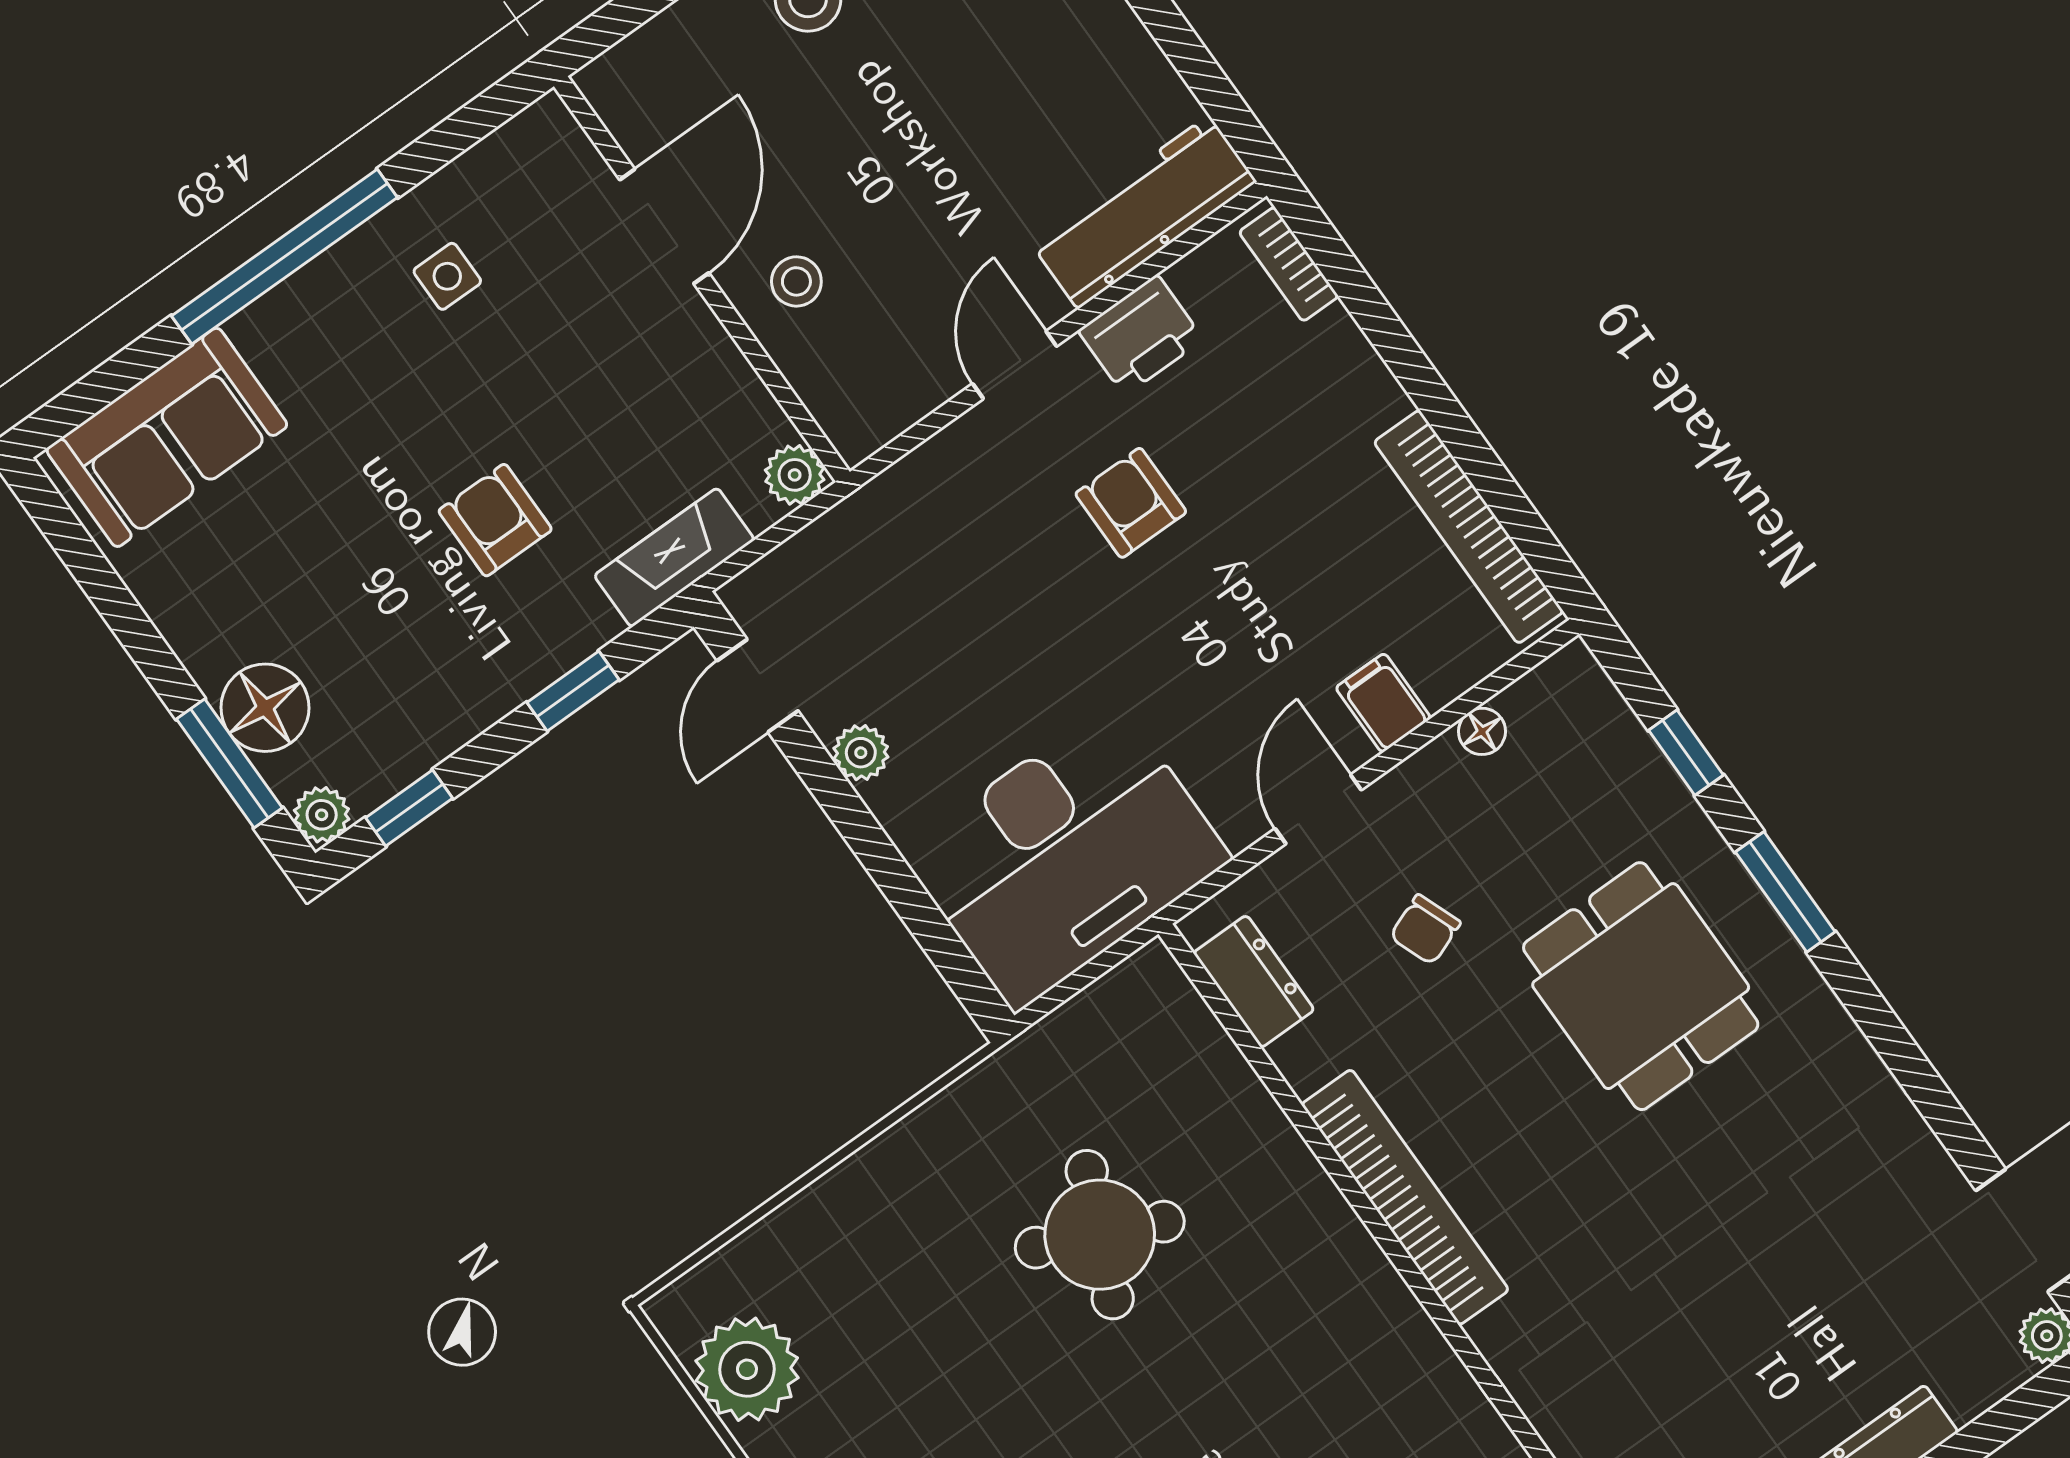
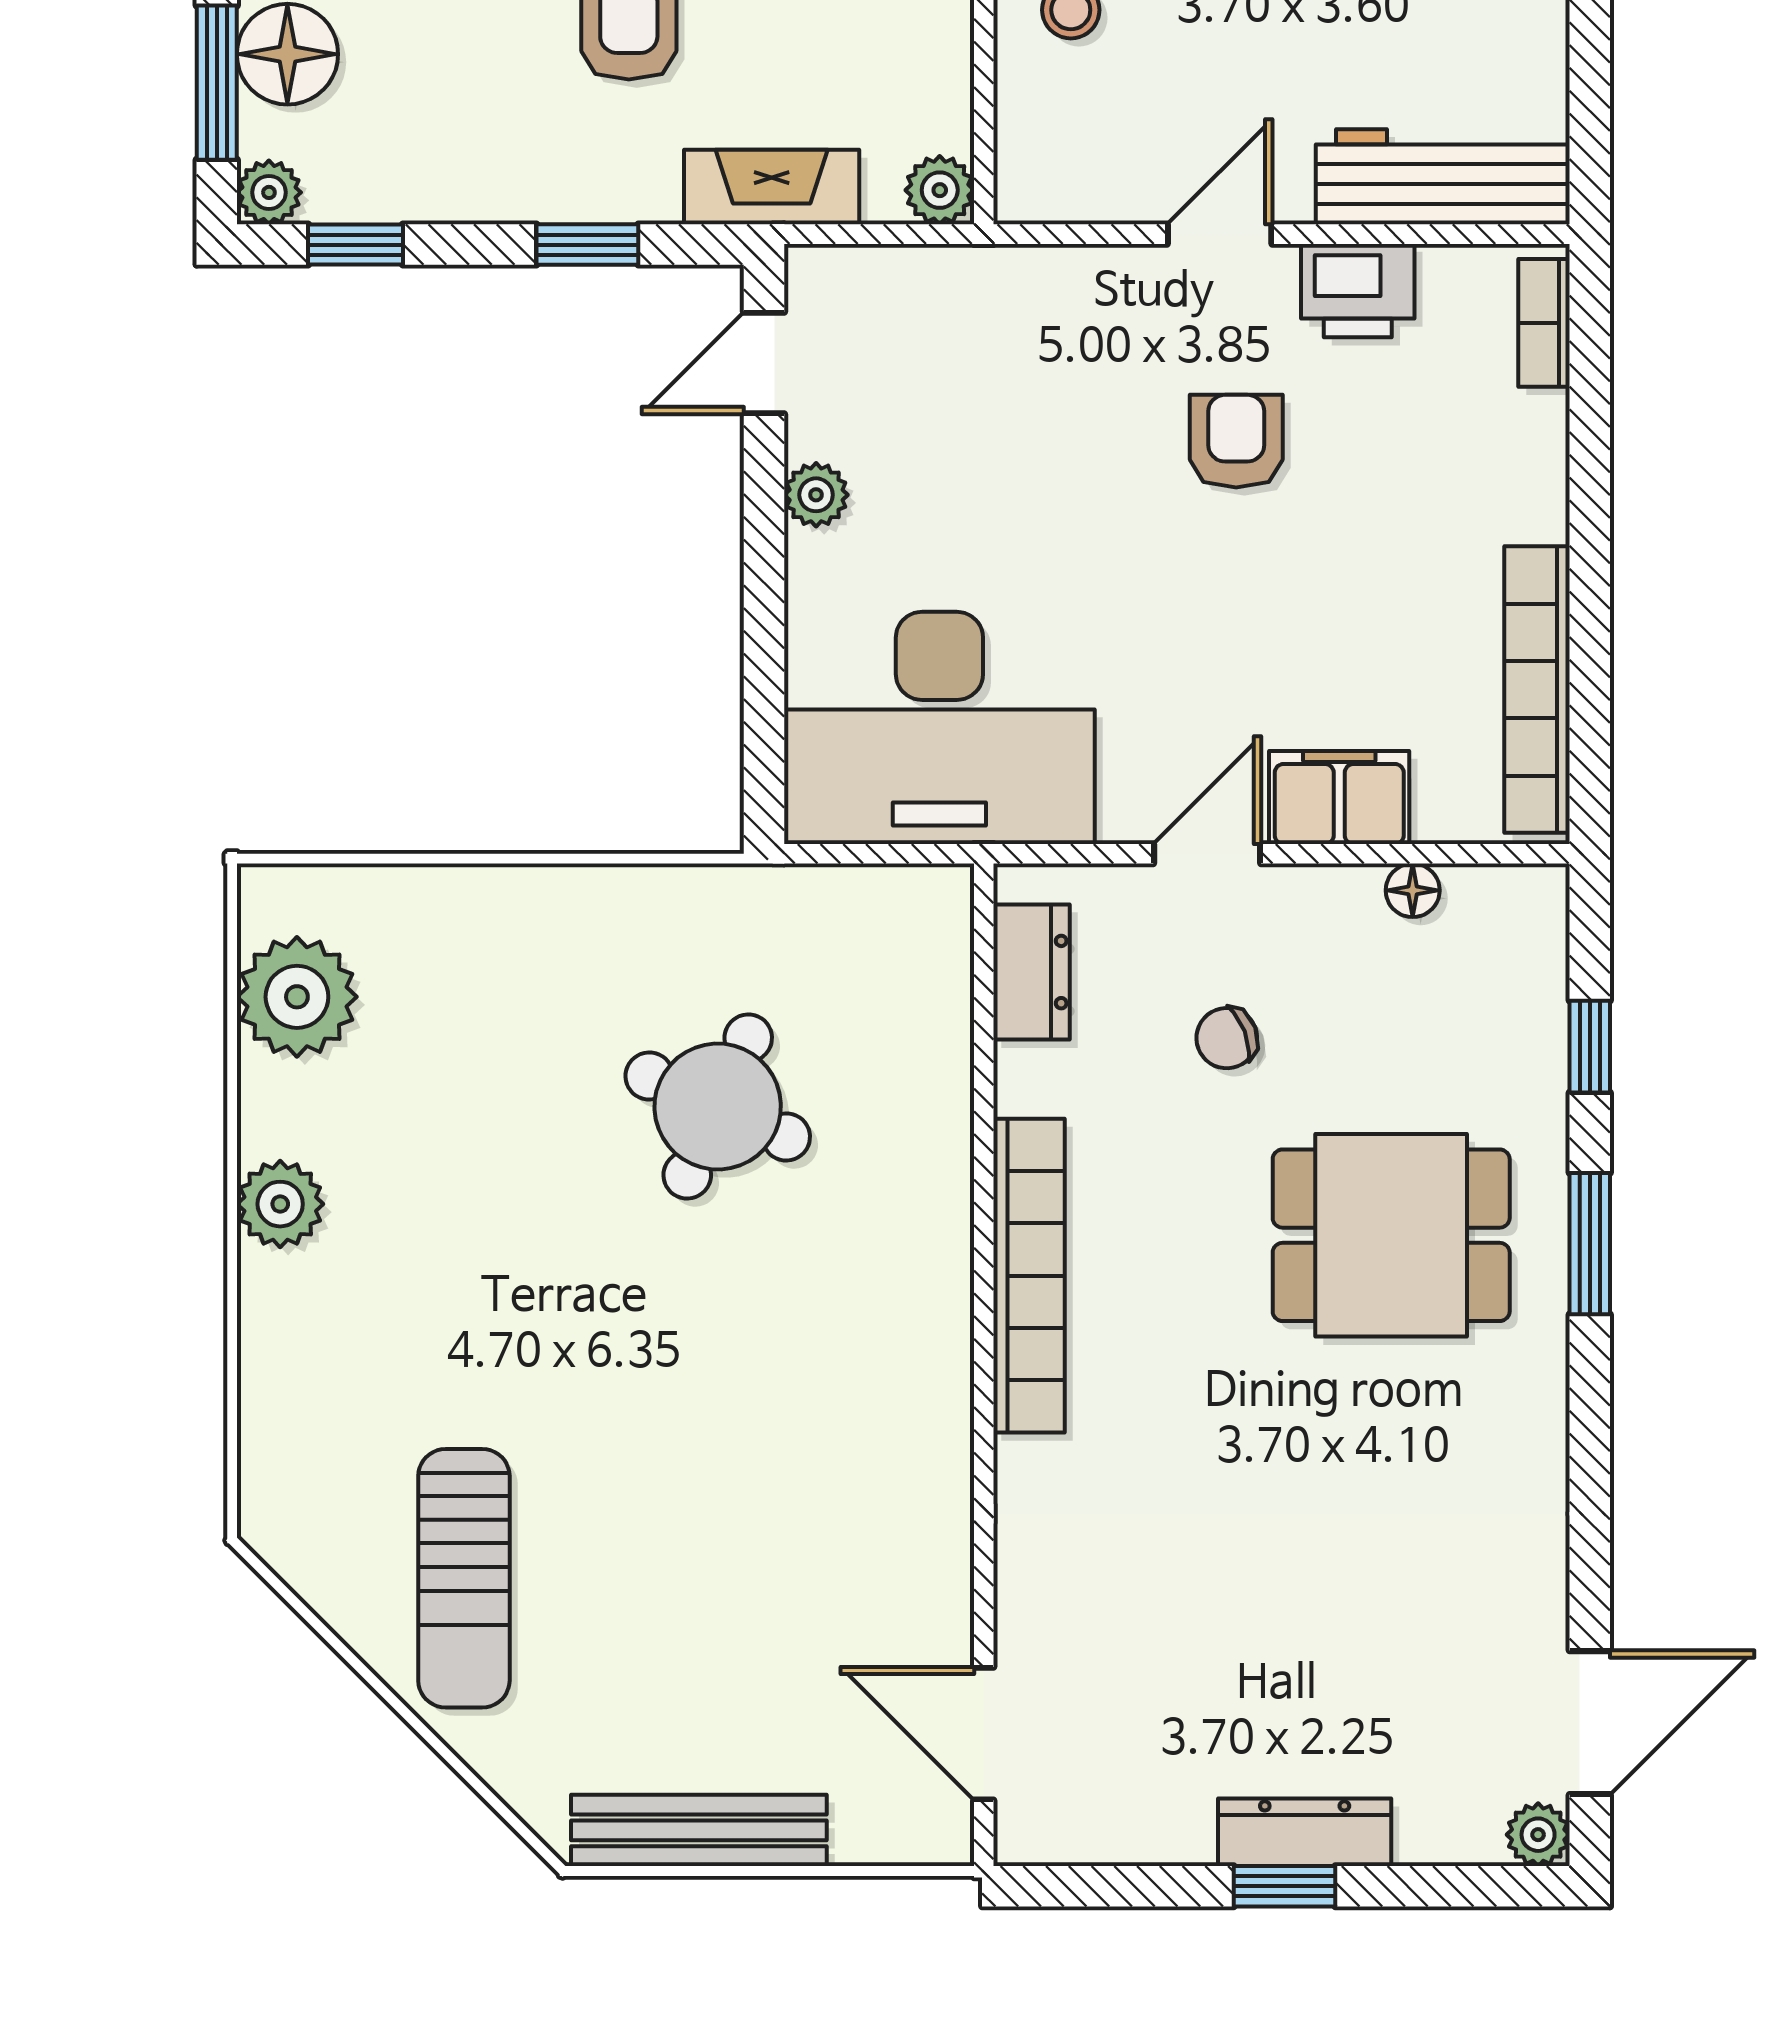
filing cabinet: (1383, 703) -> (1339, 797), width x2.00
dining table: (1641, 986) -> (1391, 1235), turned 90

